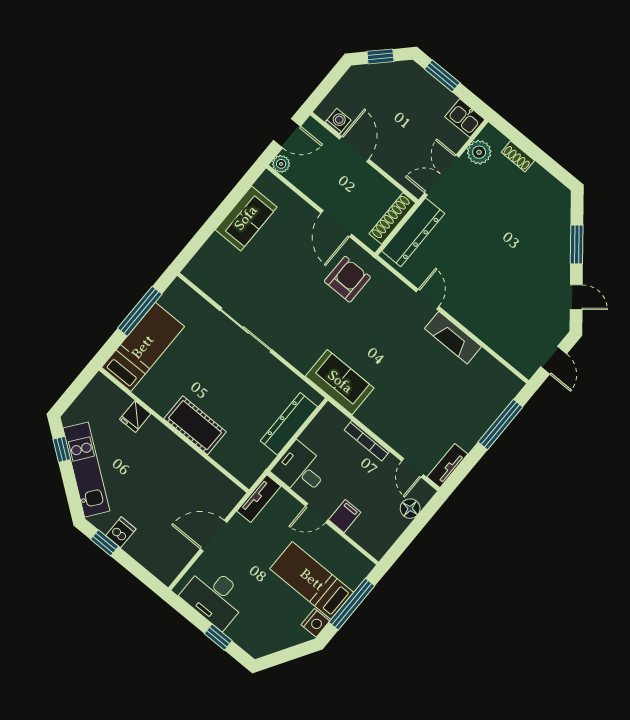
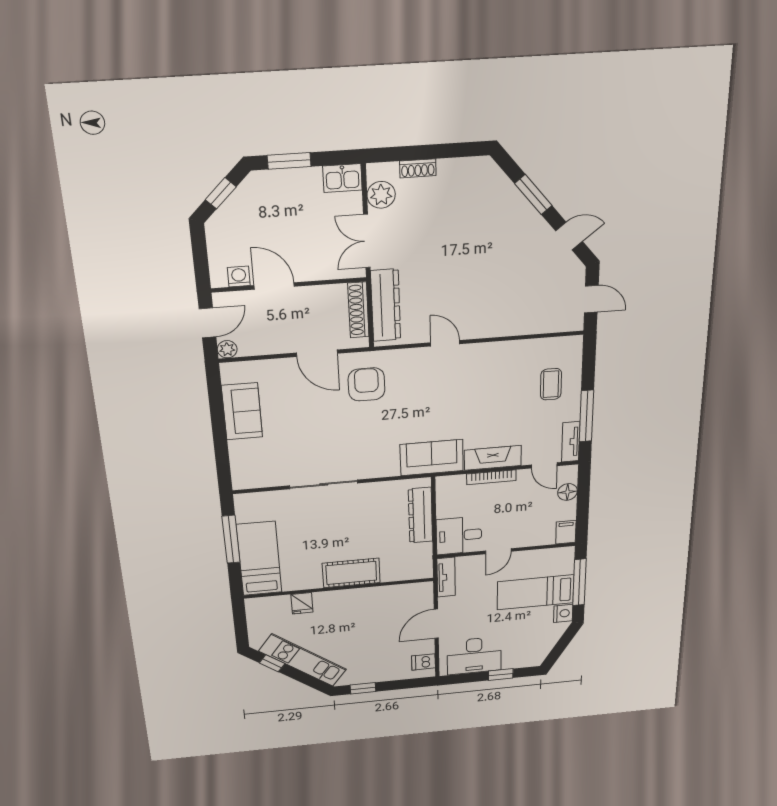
fireplace: (453, 338) -> (493, 458), moved, turned 180
coffee table: (472, 402) -> (551, 384), added
window: (500, 424) -> (586, 416), moved
filing cabinet: (345, 516) -> (566, 532), moved
dishwasher: (121, 532) -> (423, 662), moved, turned -90

